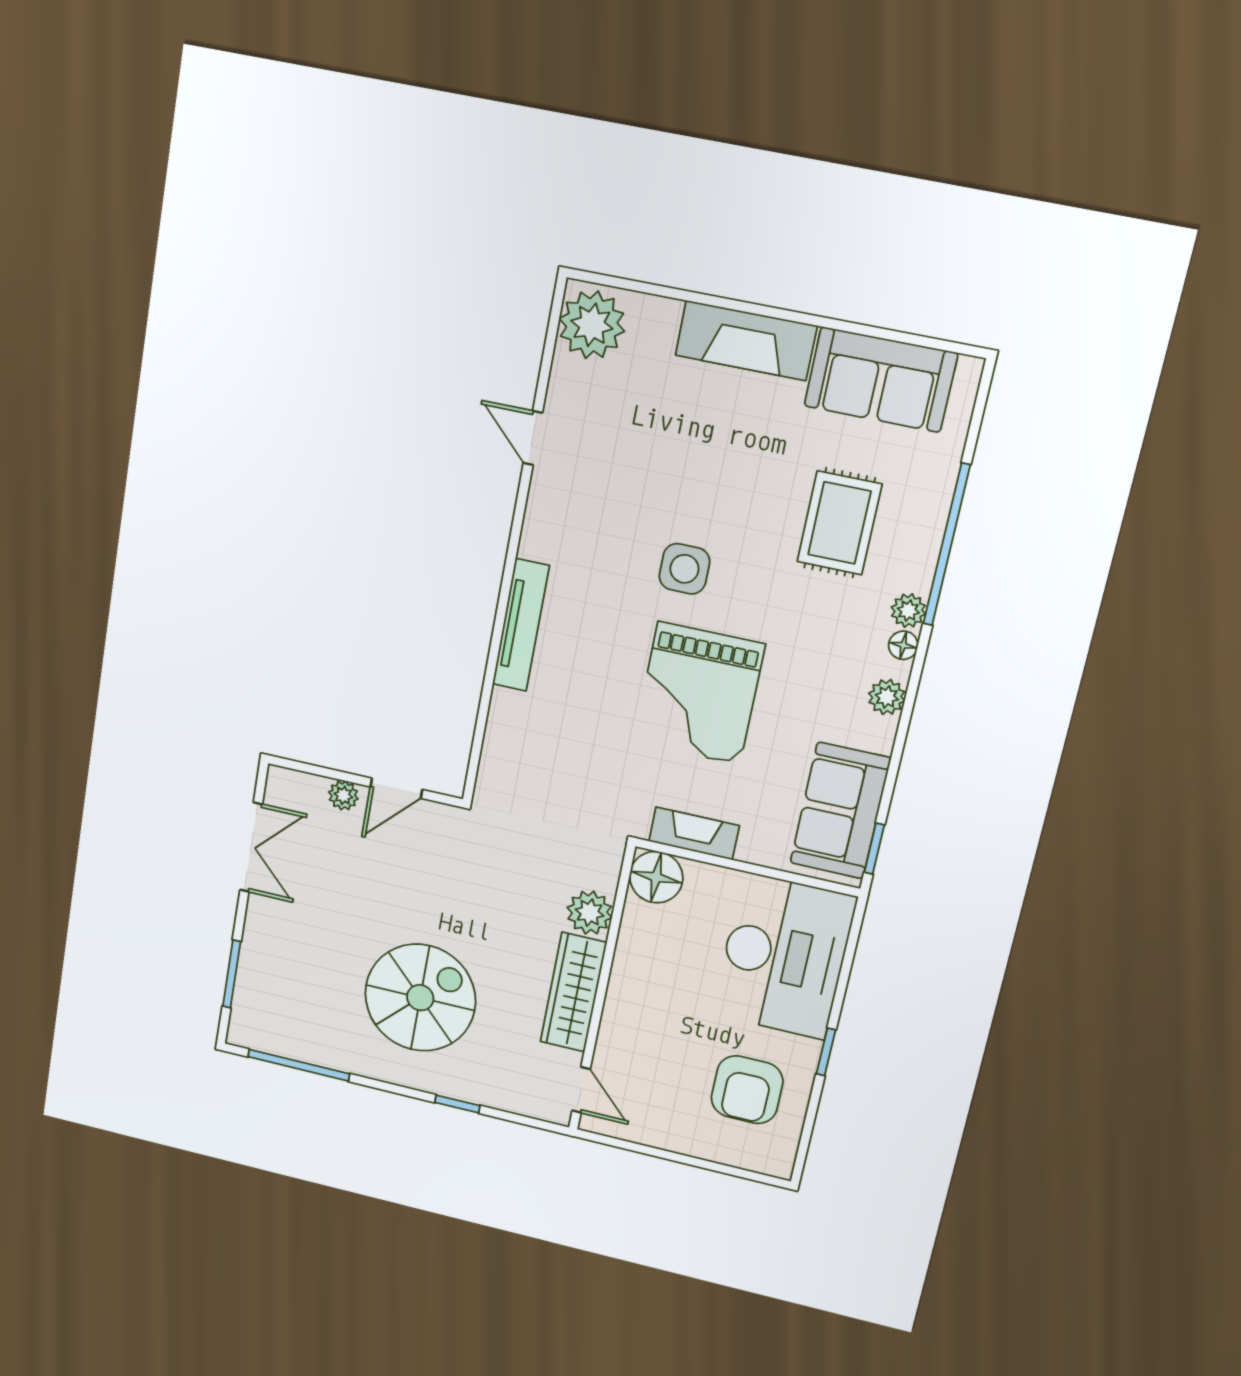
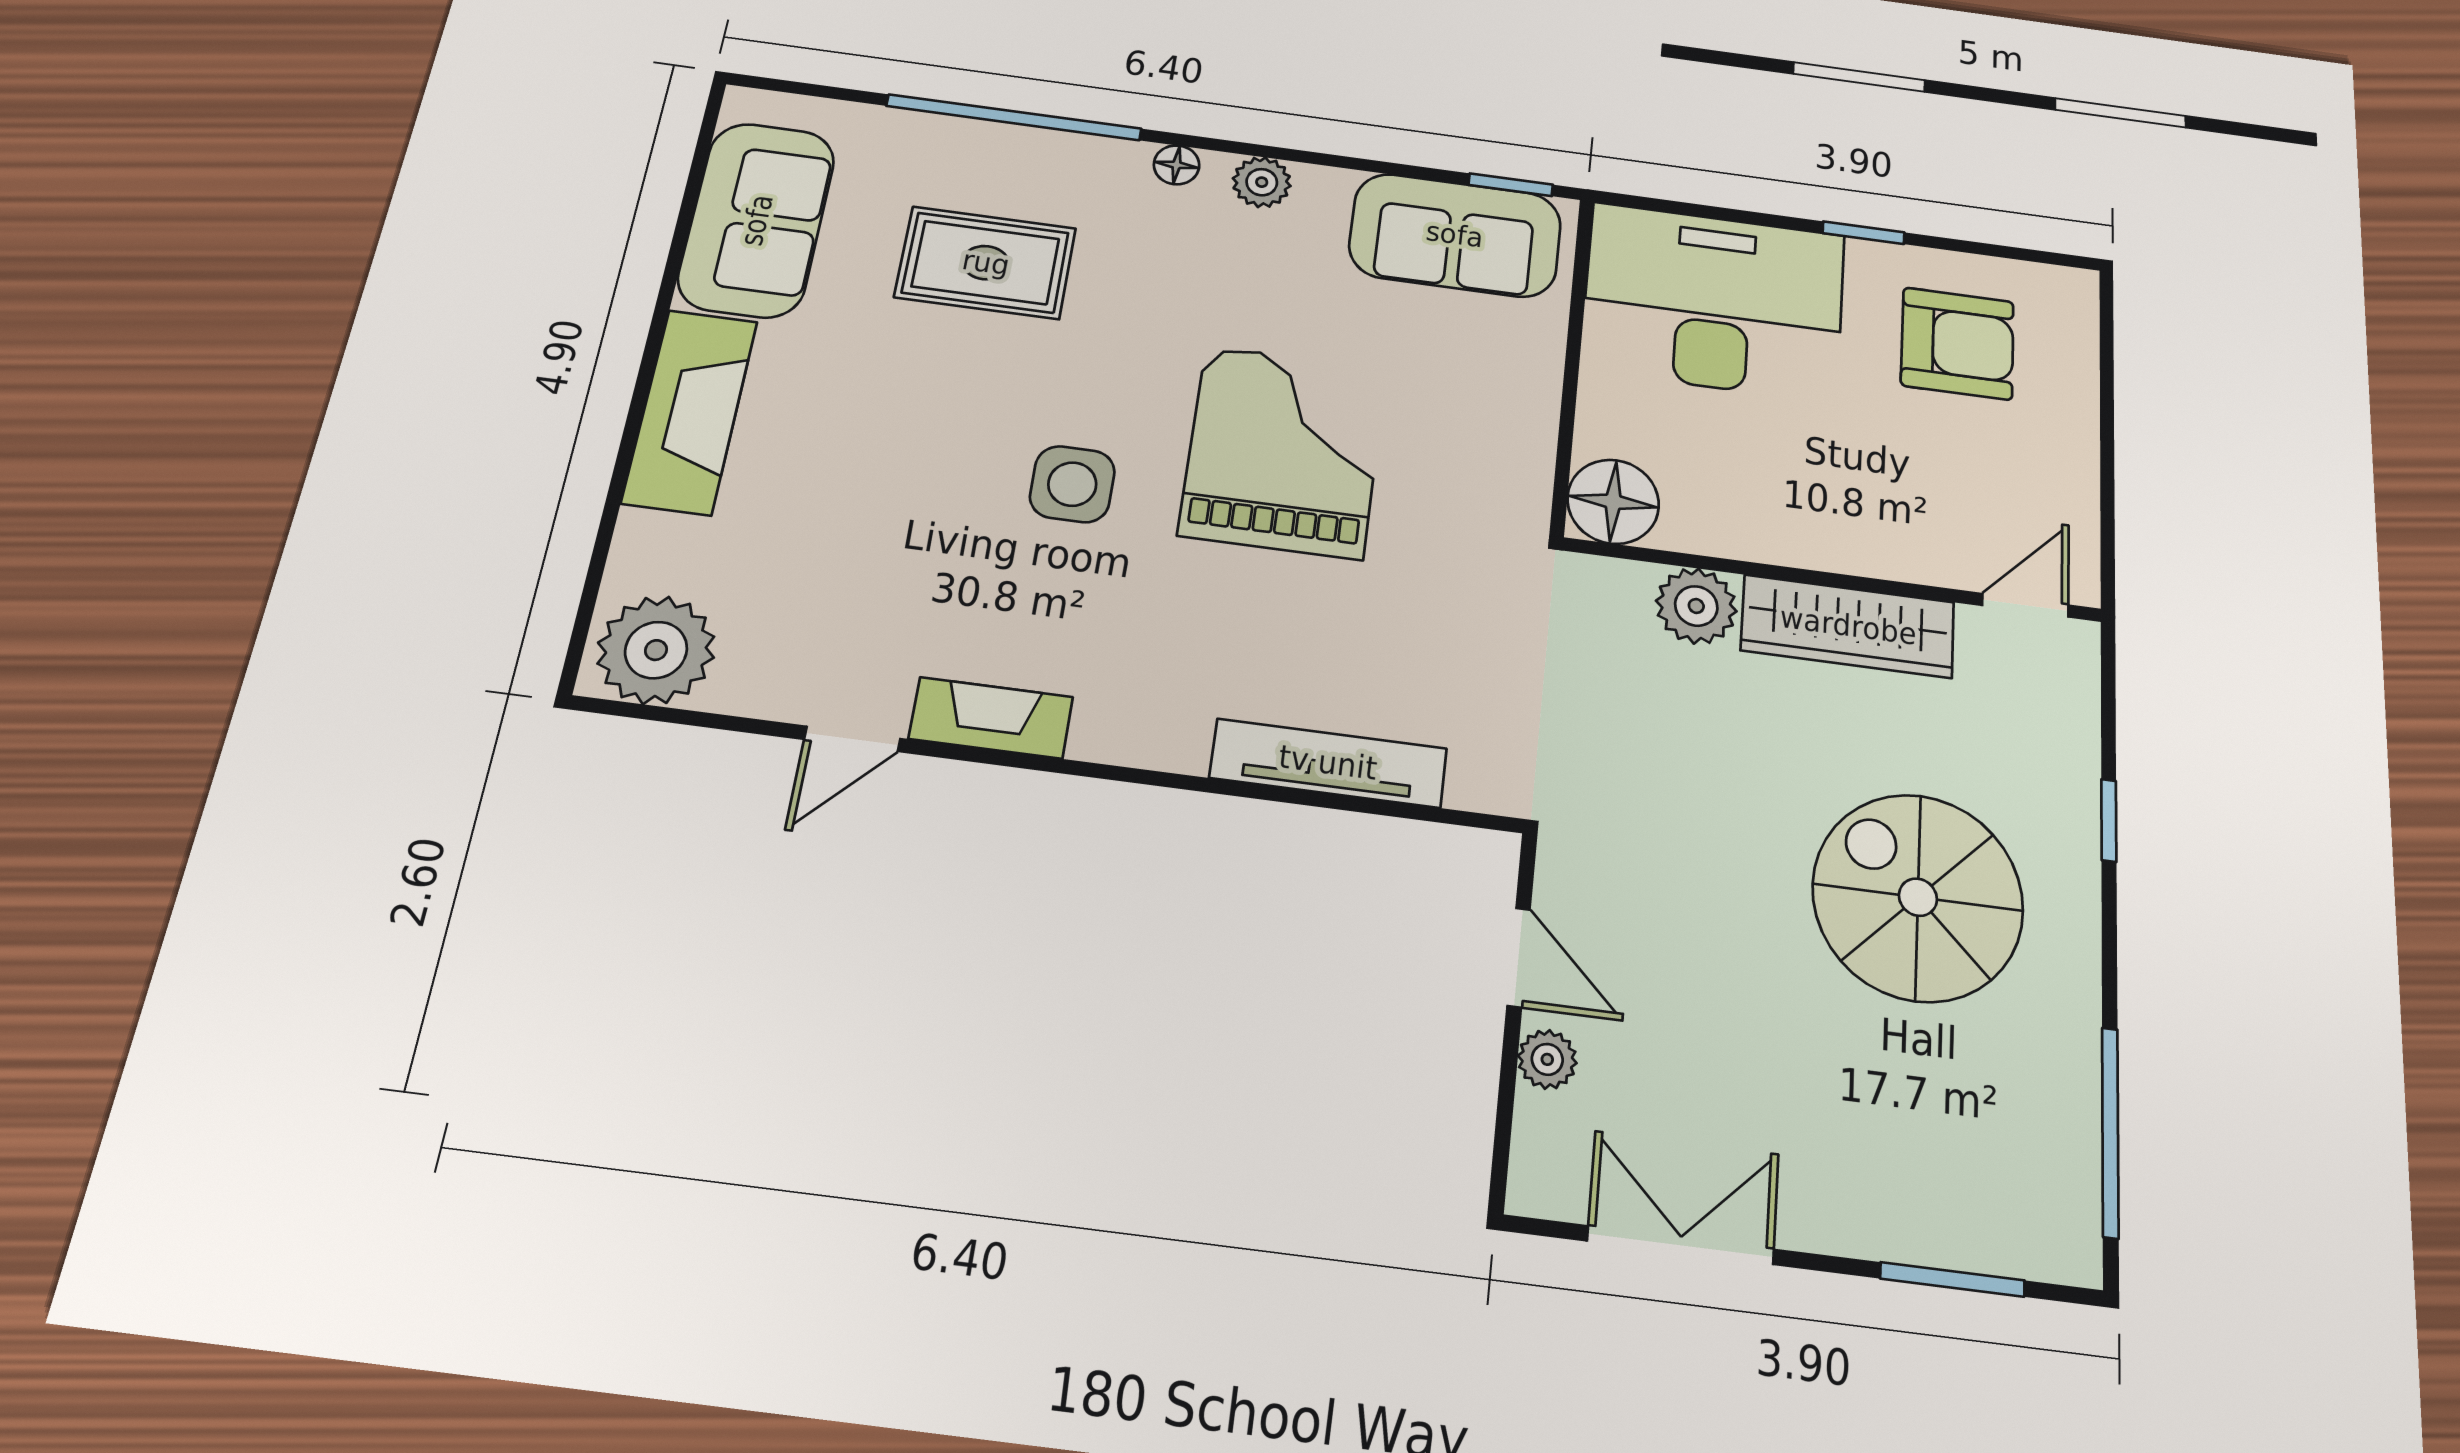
plant: (908, 611) -> (1121, 161), removed
tv unit: (521, 625) -> (1328, 763), moved
grand piano: (699, 693) -> (1283, 451), turned -90
fireplace: (694, 833) -> (991, 718), moved, turned 90

